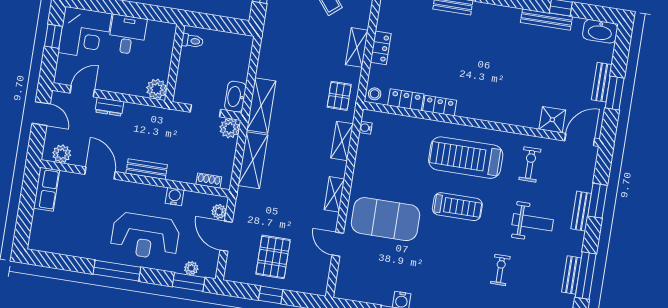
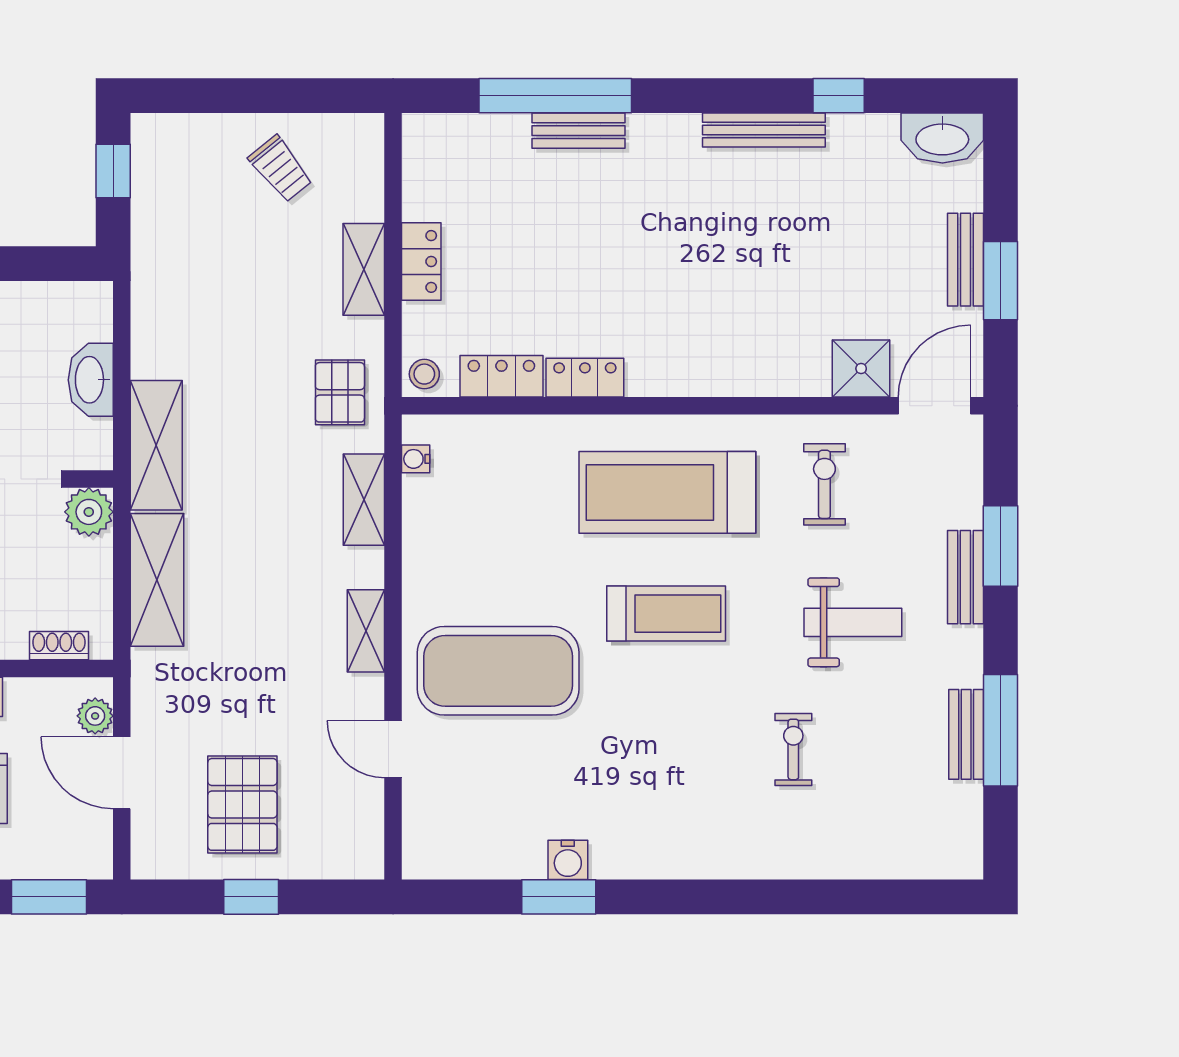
bench: (546, 20) -> (764, 130), moved
washbasin: (235, 97) -> (91, 380), moved
plant: (191, 268) -> (50, 863), removed

